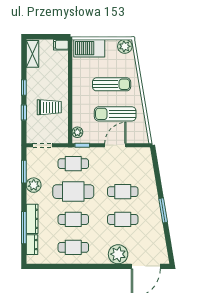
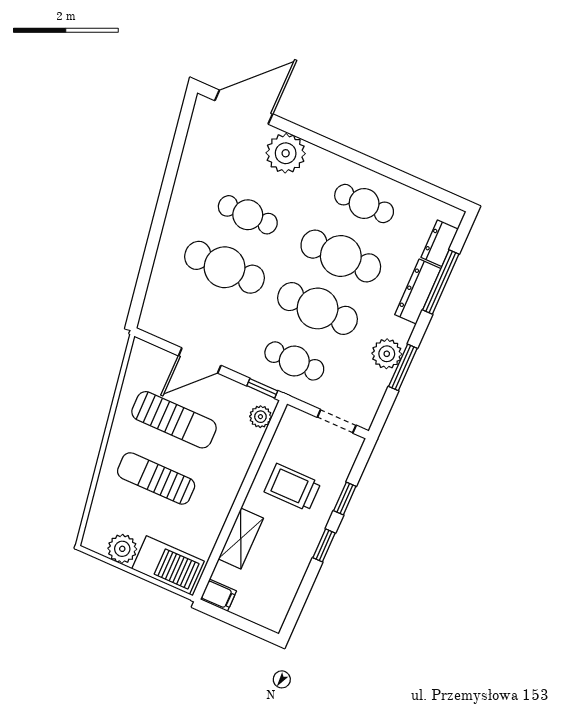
plant: (125, 46) -> (122, 549), moved
shelving: (32, 54) -> (241, 539), moved
window: (24, 172) -> (403, 367), moved
cafe table: (123, 192) -> (225, 267), width x1.37, depth x1.35
window: (163, 210) -> (164, 198), removed
cafe table: (73, 219) -> (341, 256), width x1.37, depth x1.35

